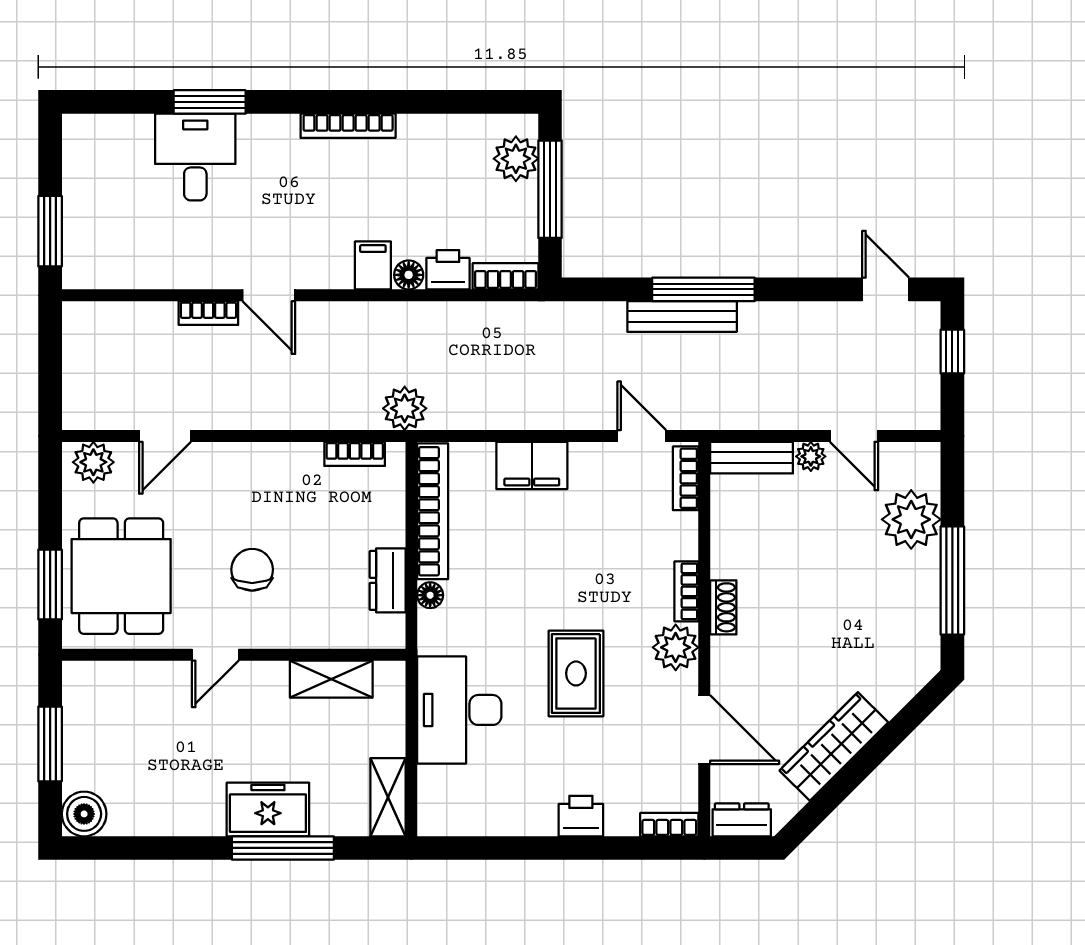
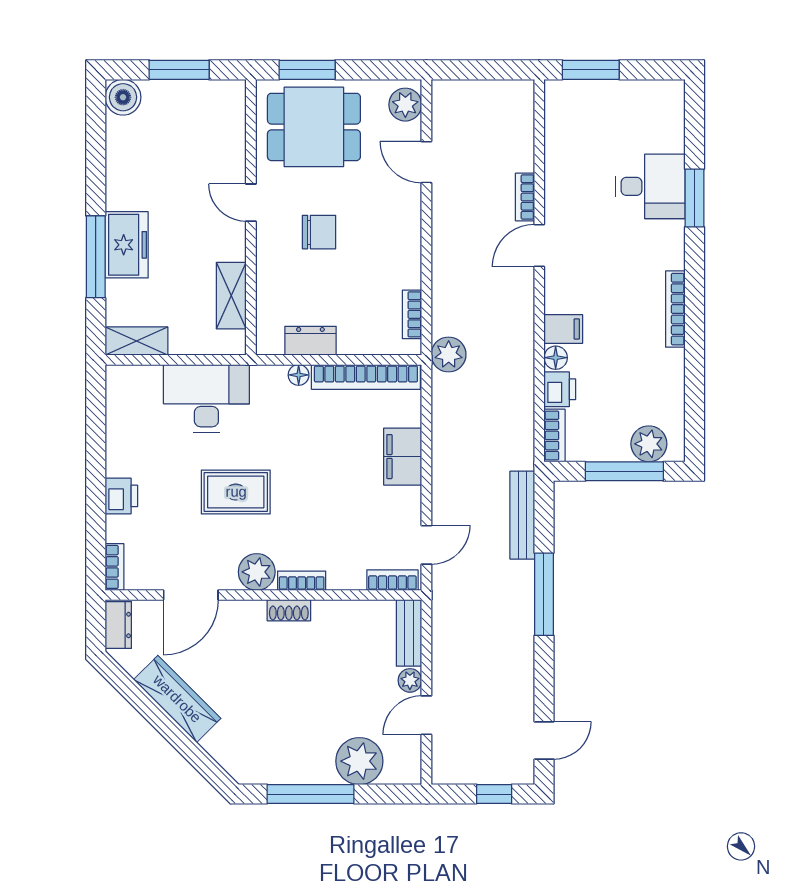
bench: (682, 316) -> (522, 515), moved

